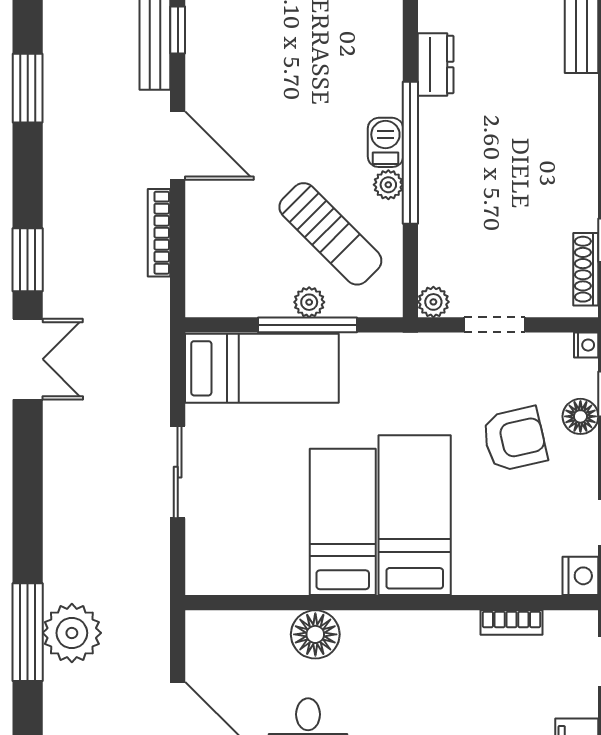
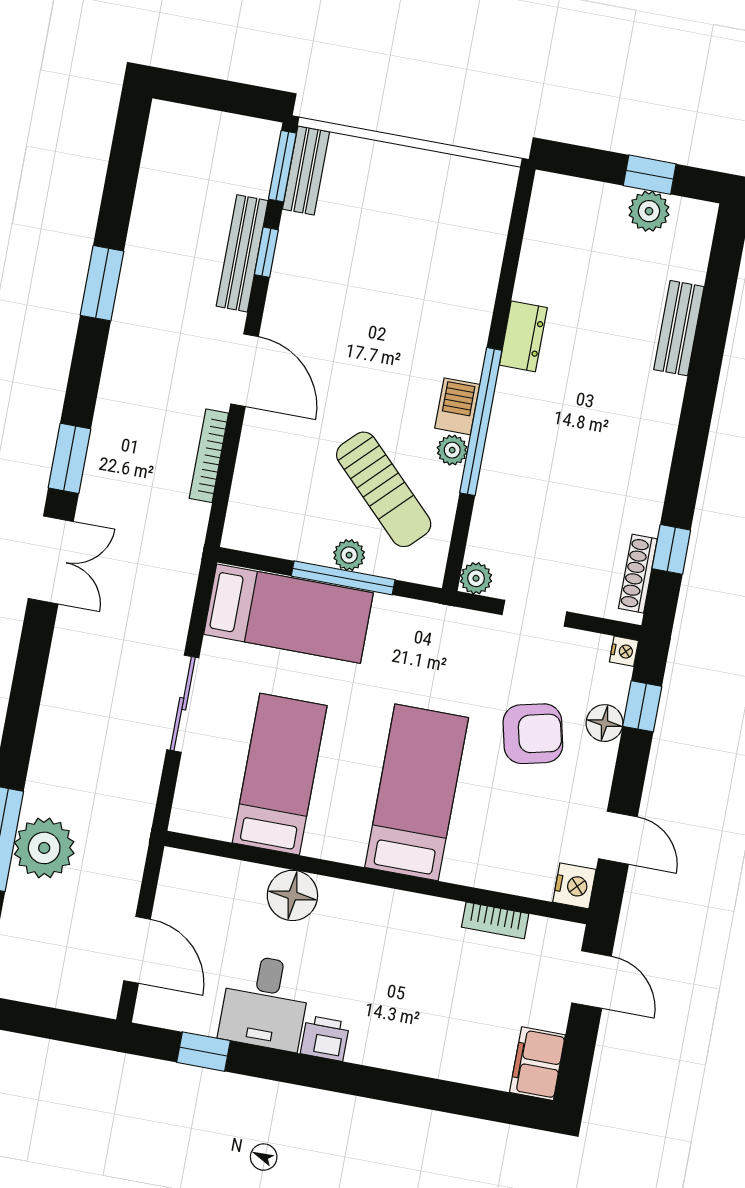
bed: (343, 522) -> (280, 774), moved

